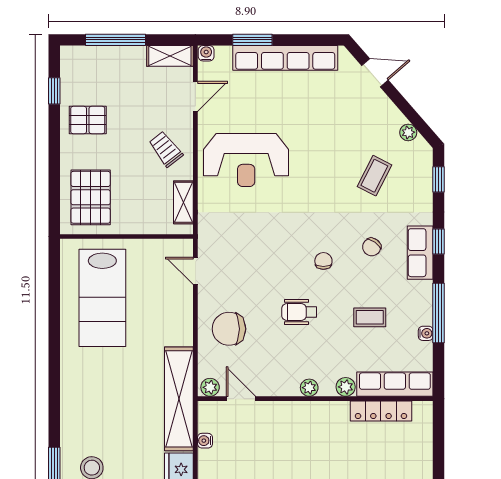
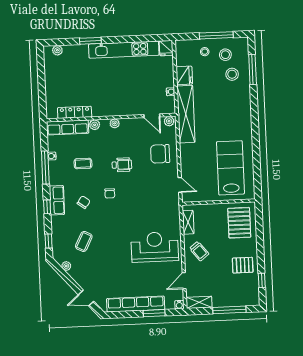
chair: (229, 329) -> (160, 154), turned 180

